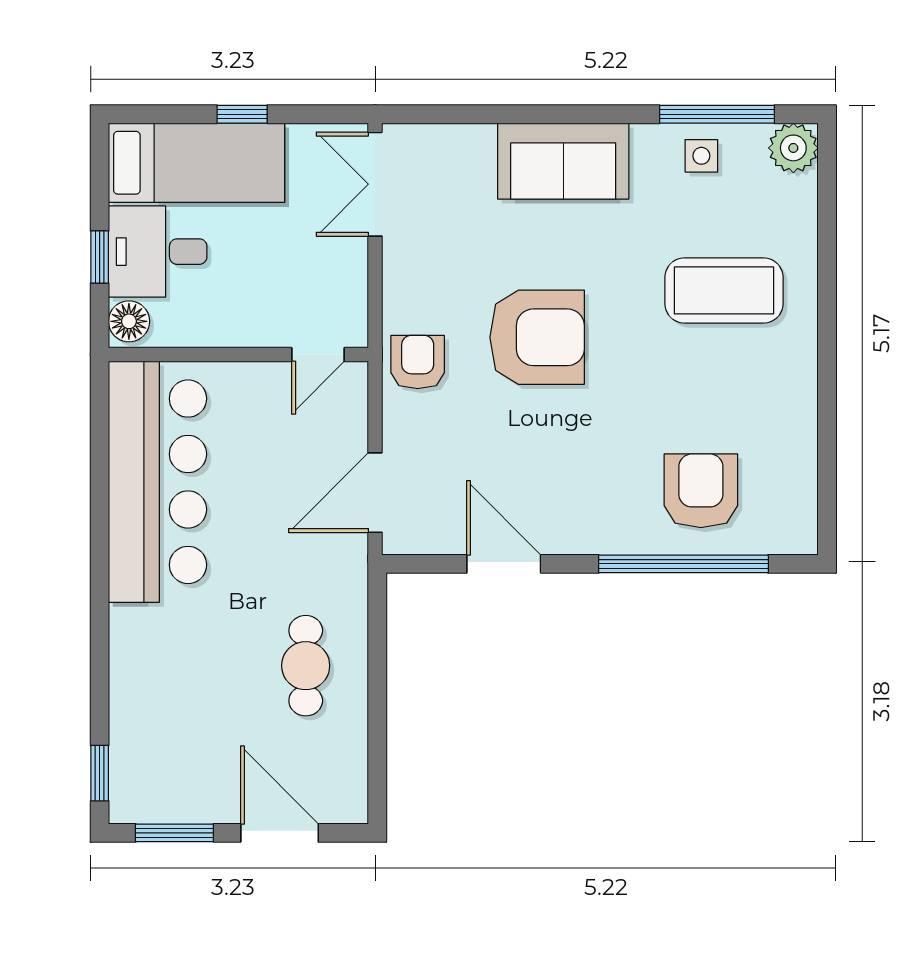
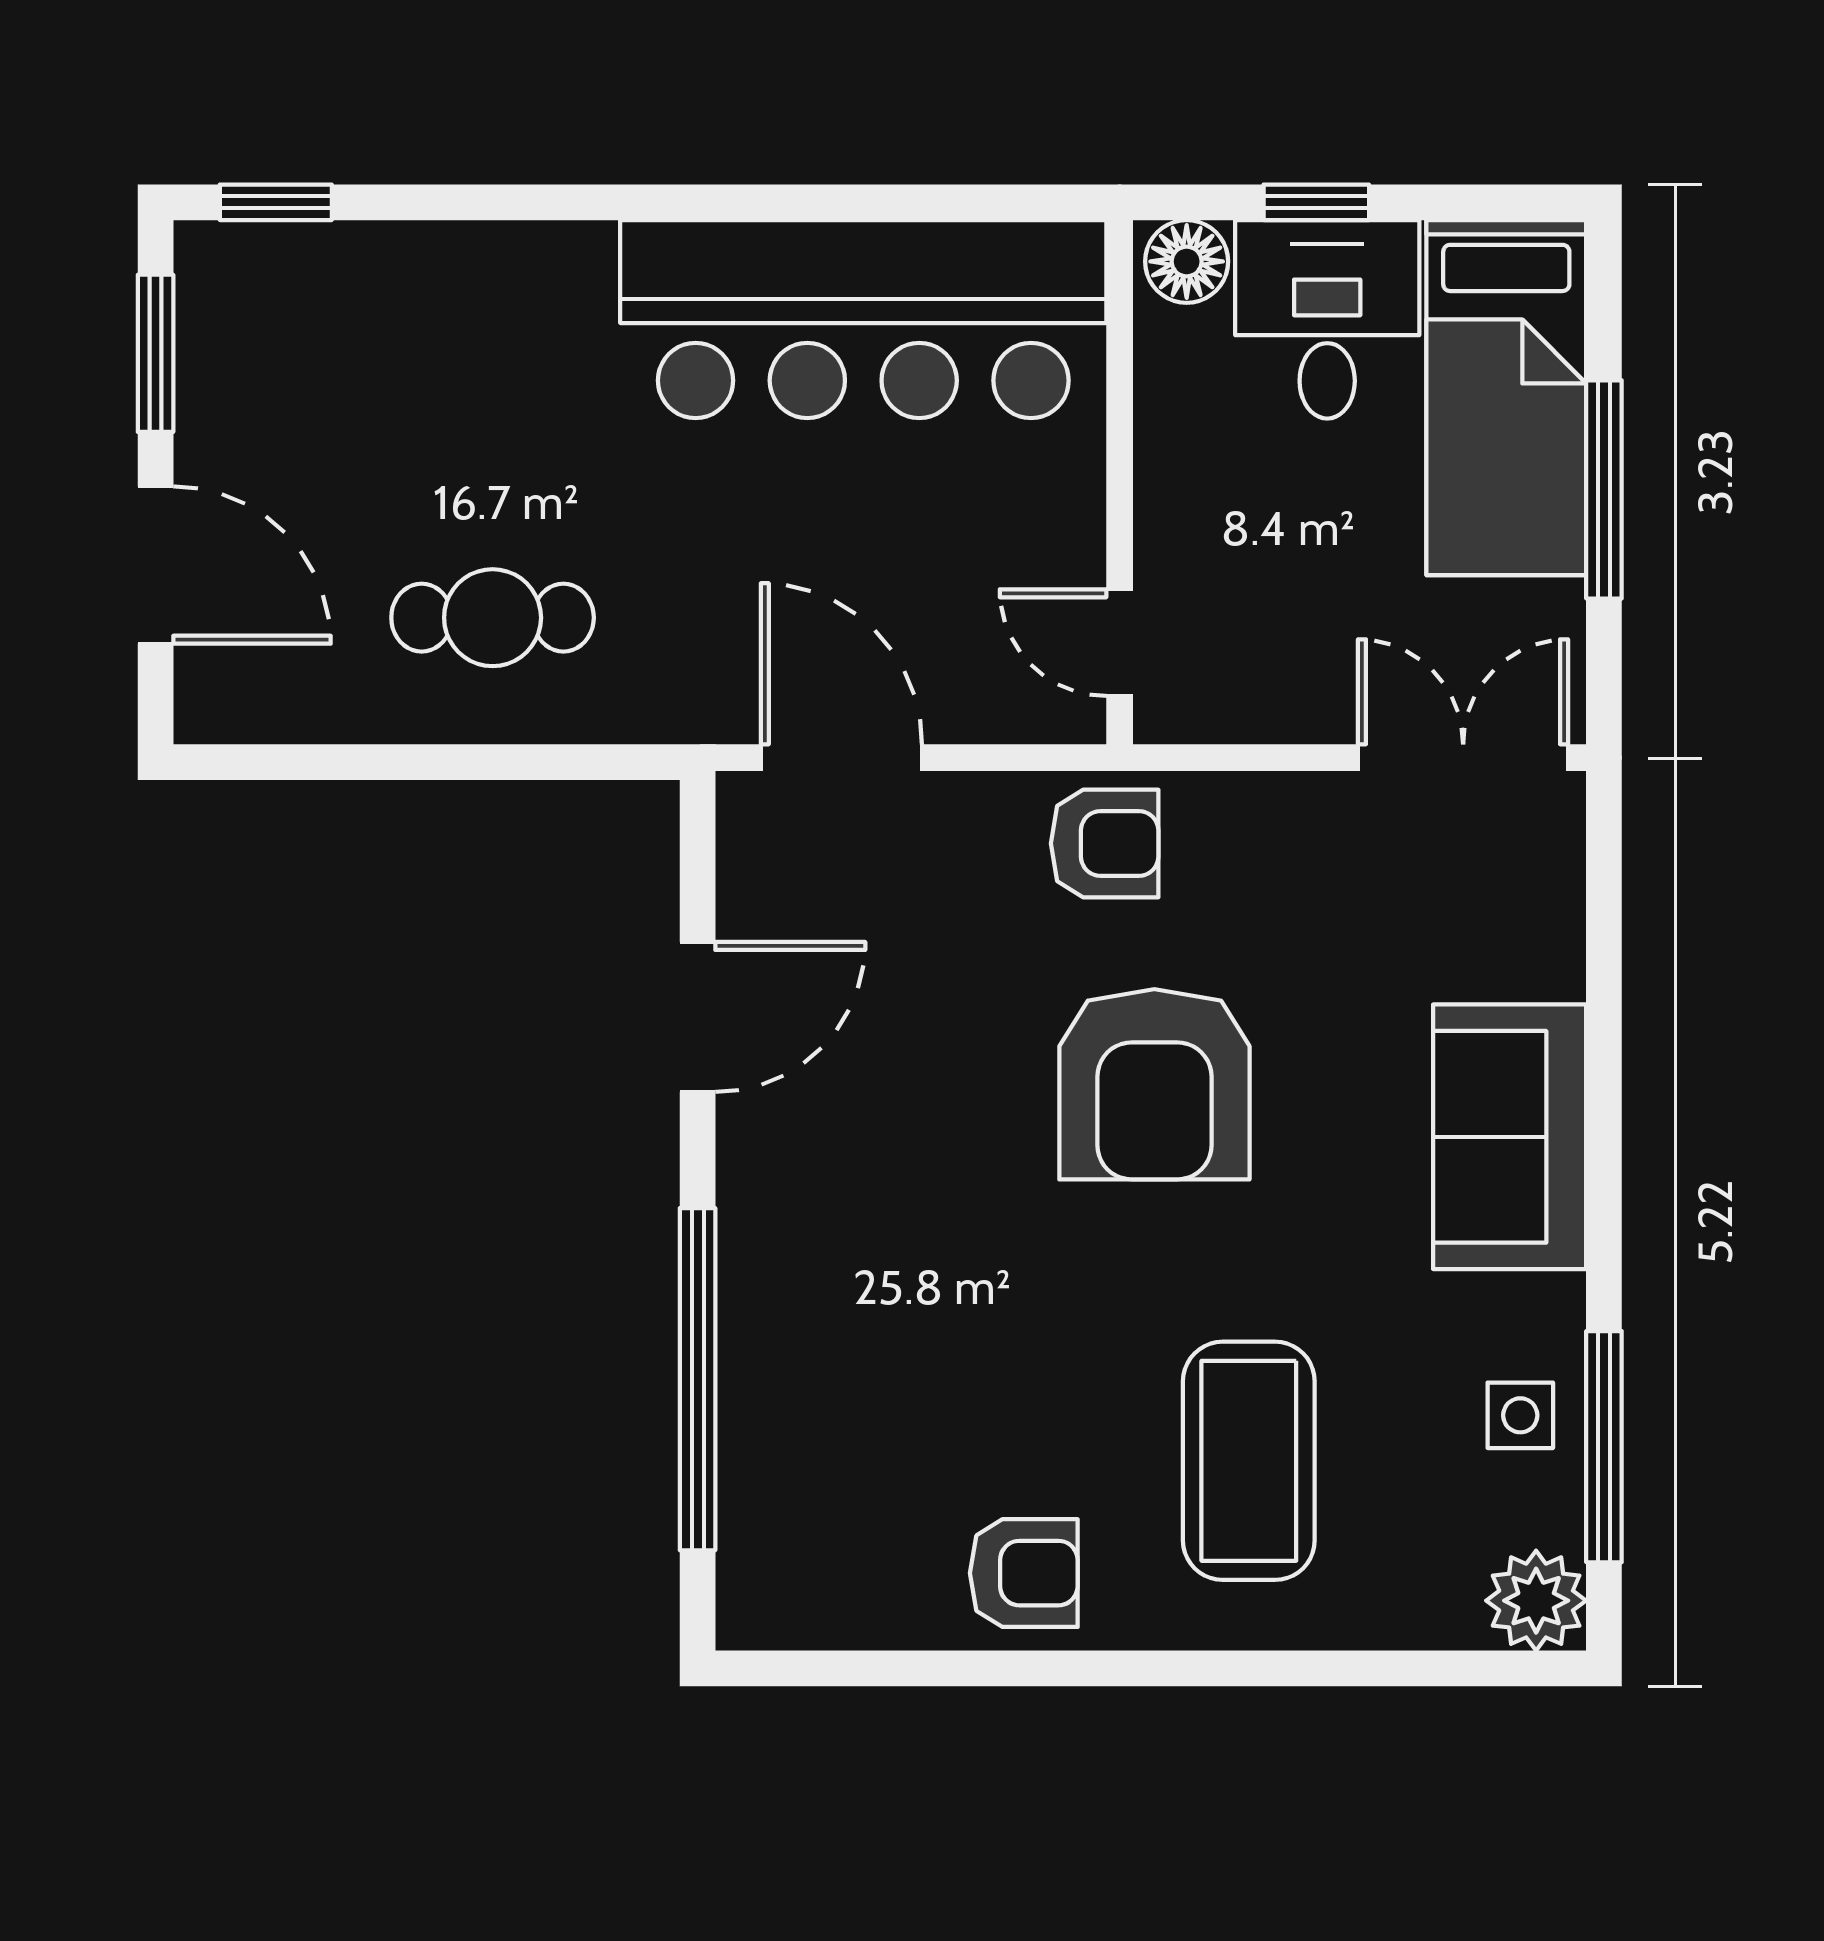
window: (242, 114) -> (1604, 489), width x2.17
armchair: (701, 491) -> (1024, 1573), moved, width x0.72, depth x0.72
door: (280, 833) -> (156, 565), hinge flipped

